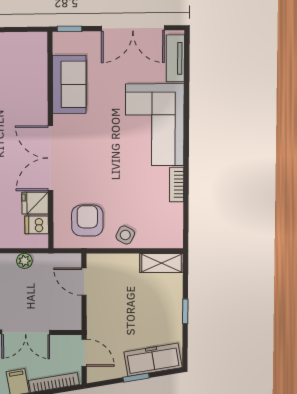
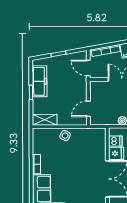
armchair: (87, 221) -> (87, 144), removed
door: (84, 282) -> (88, 109), swing flipped
freezer: (153, 360) -> (40, 81), moved, turned -80

